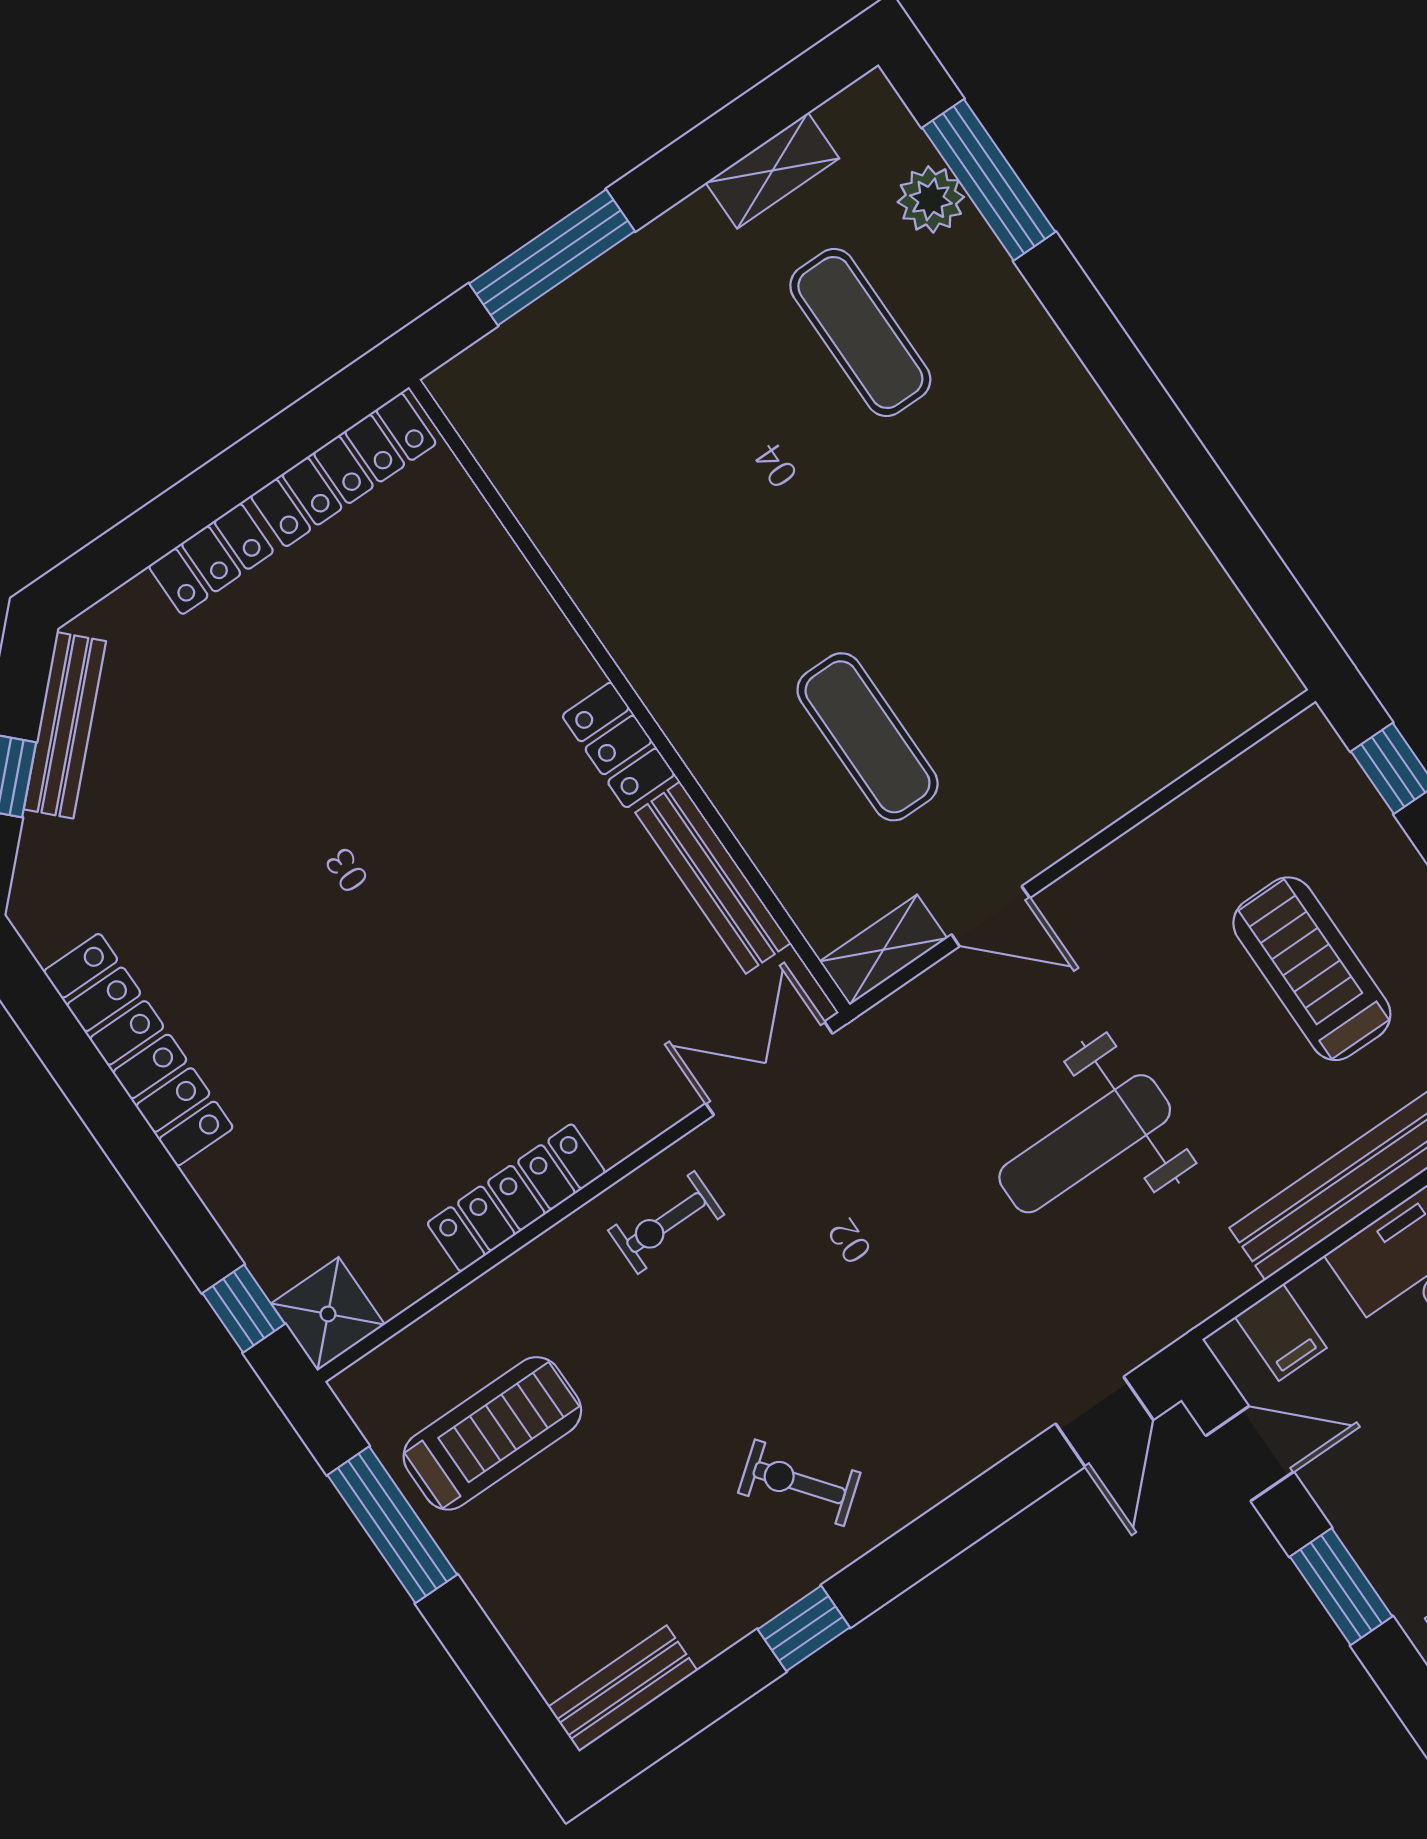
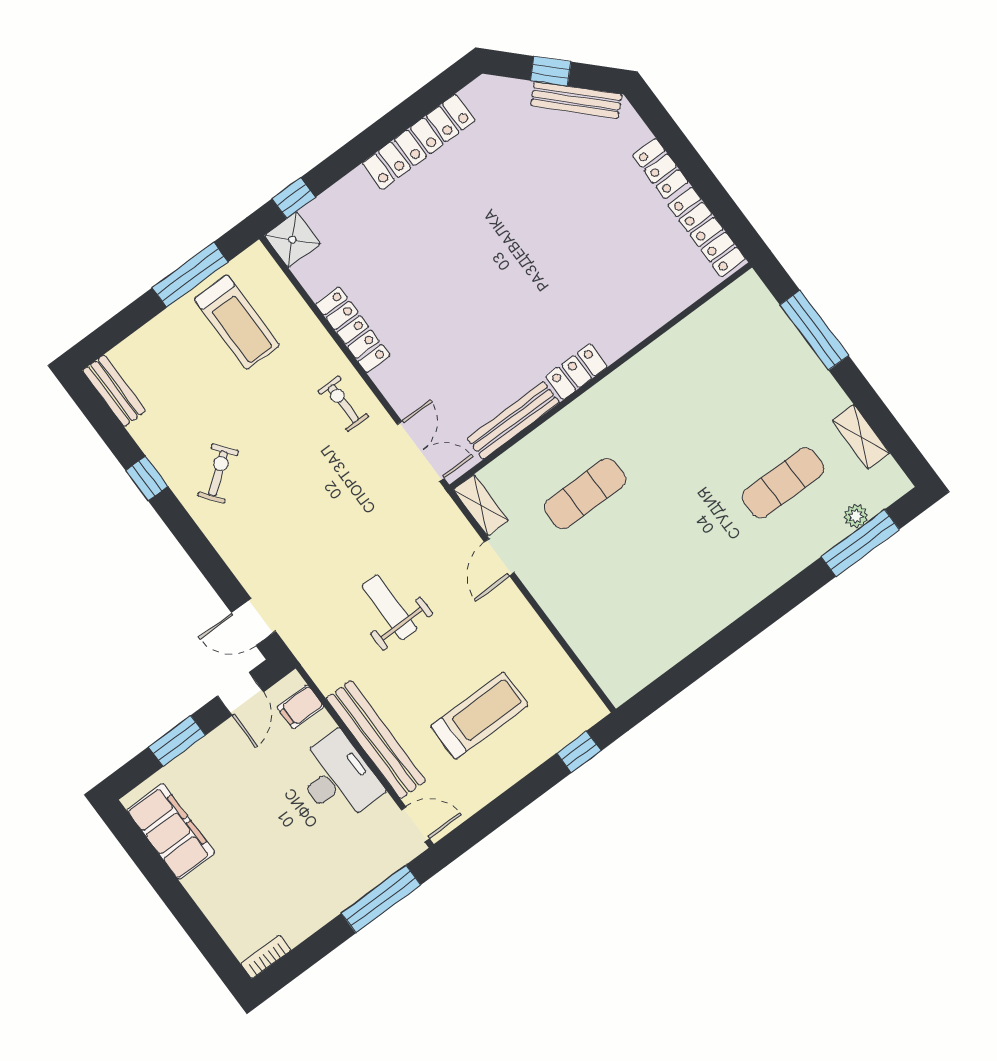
plant: (931, 199) -> (856, 516), width x0.73, depth x0.73
weight bench: (1085, 1144) -> (389, 607), width x0.73, depth x0.75

